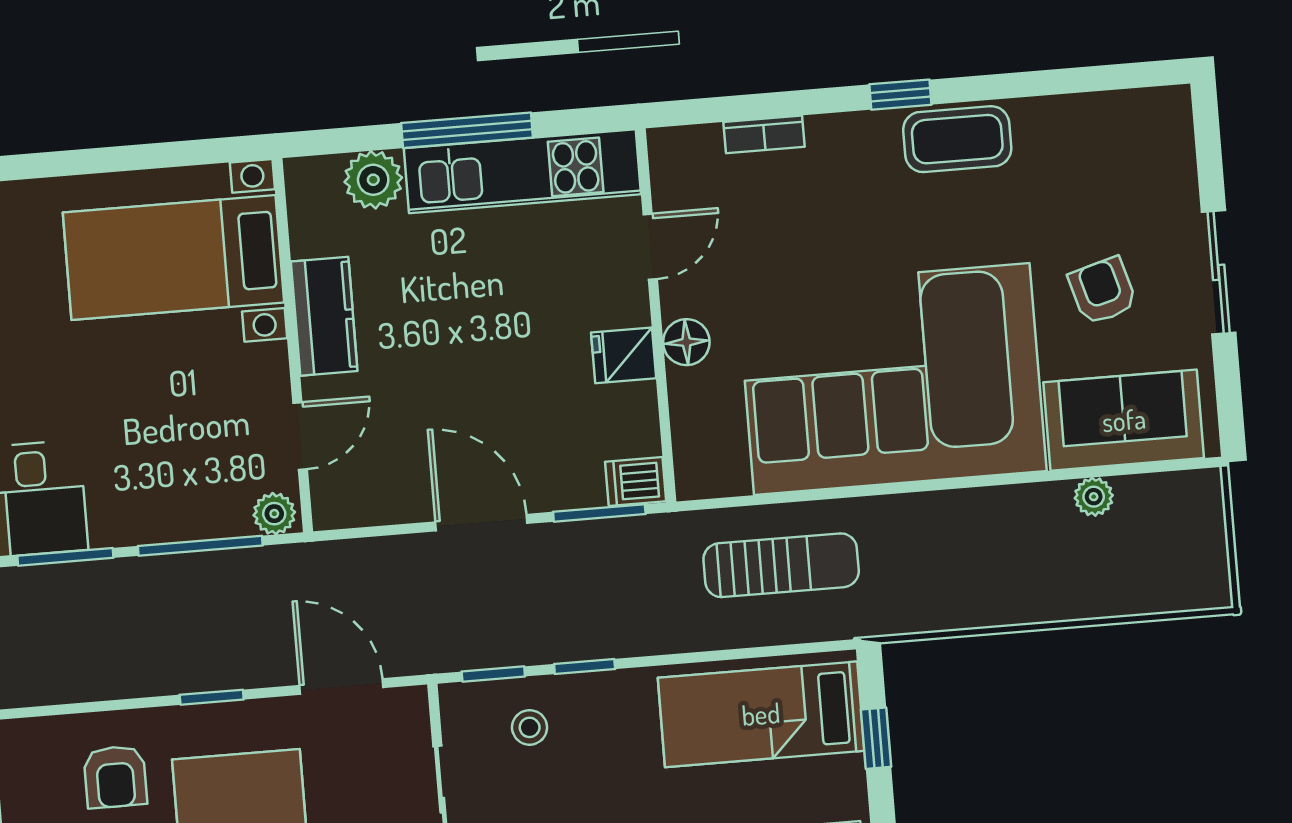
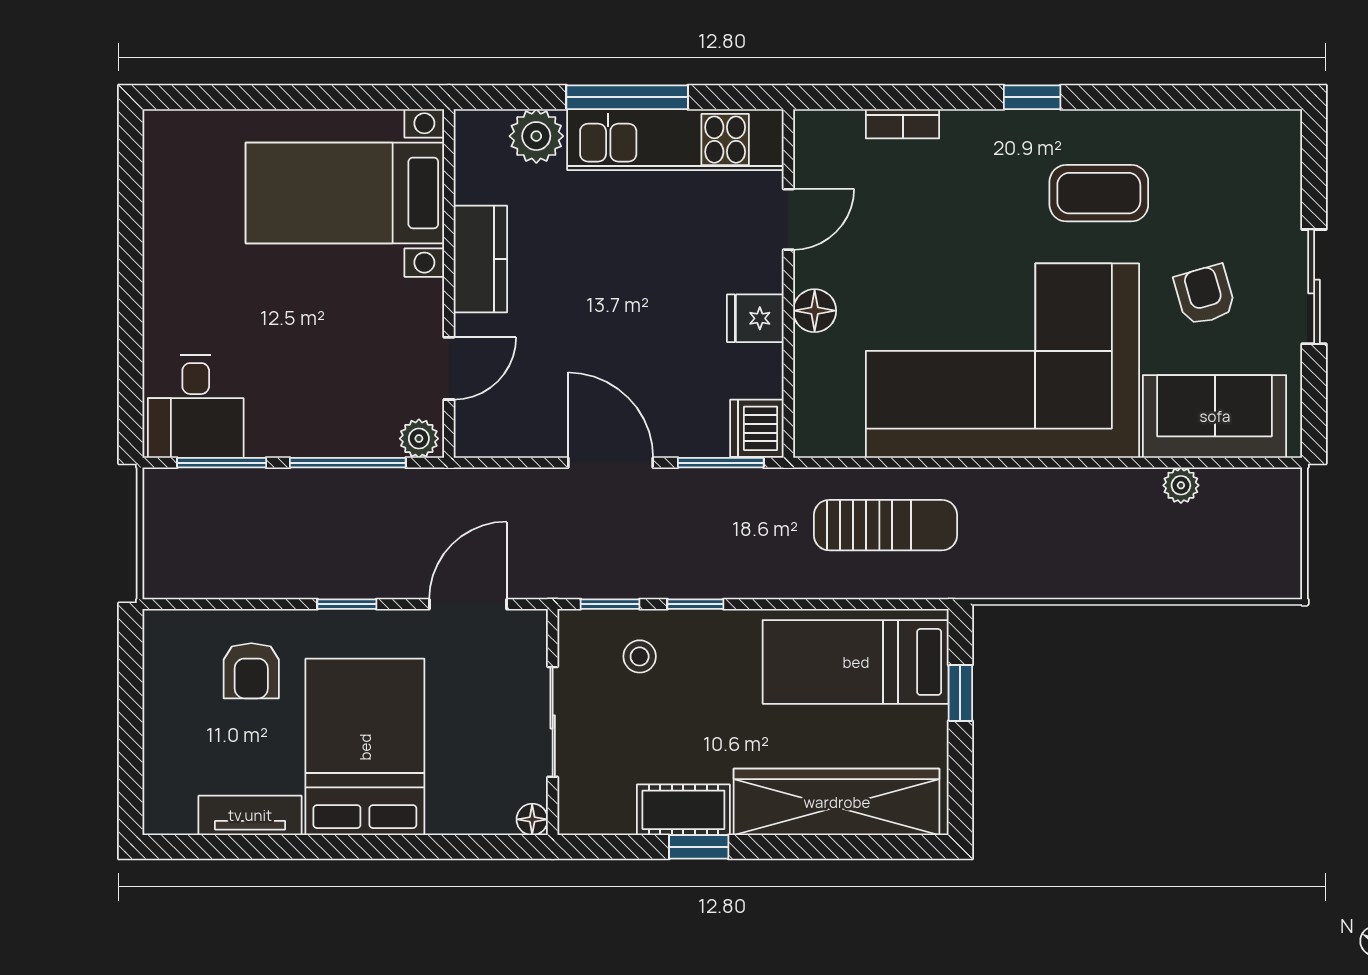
coffee table: (957, 139) -> (1099, 193), moved
dishwasher: (636, 481) -> (757, 428), width x1.38
door: (341, 687) -> (468, 604), hinge flipped

